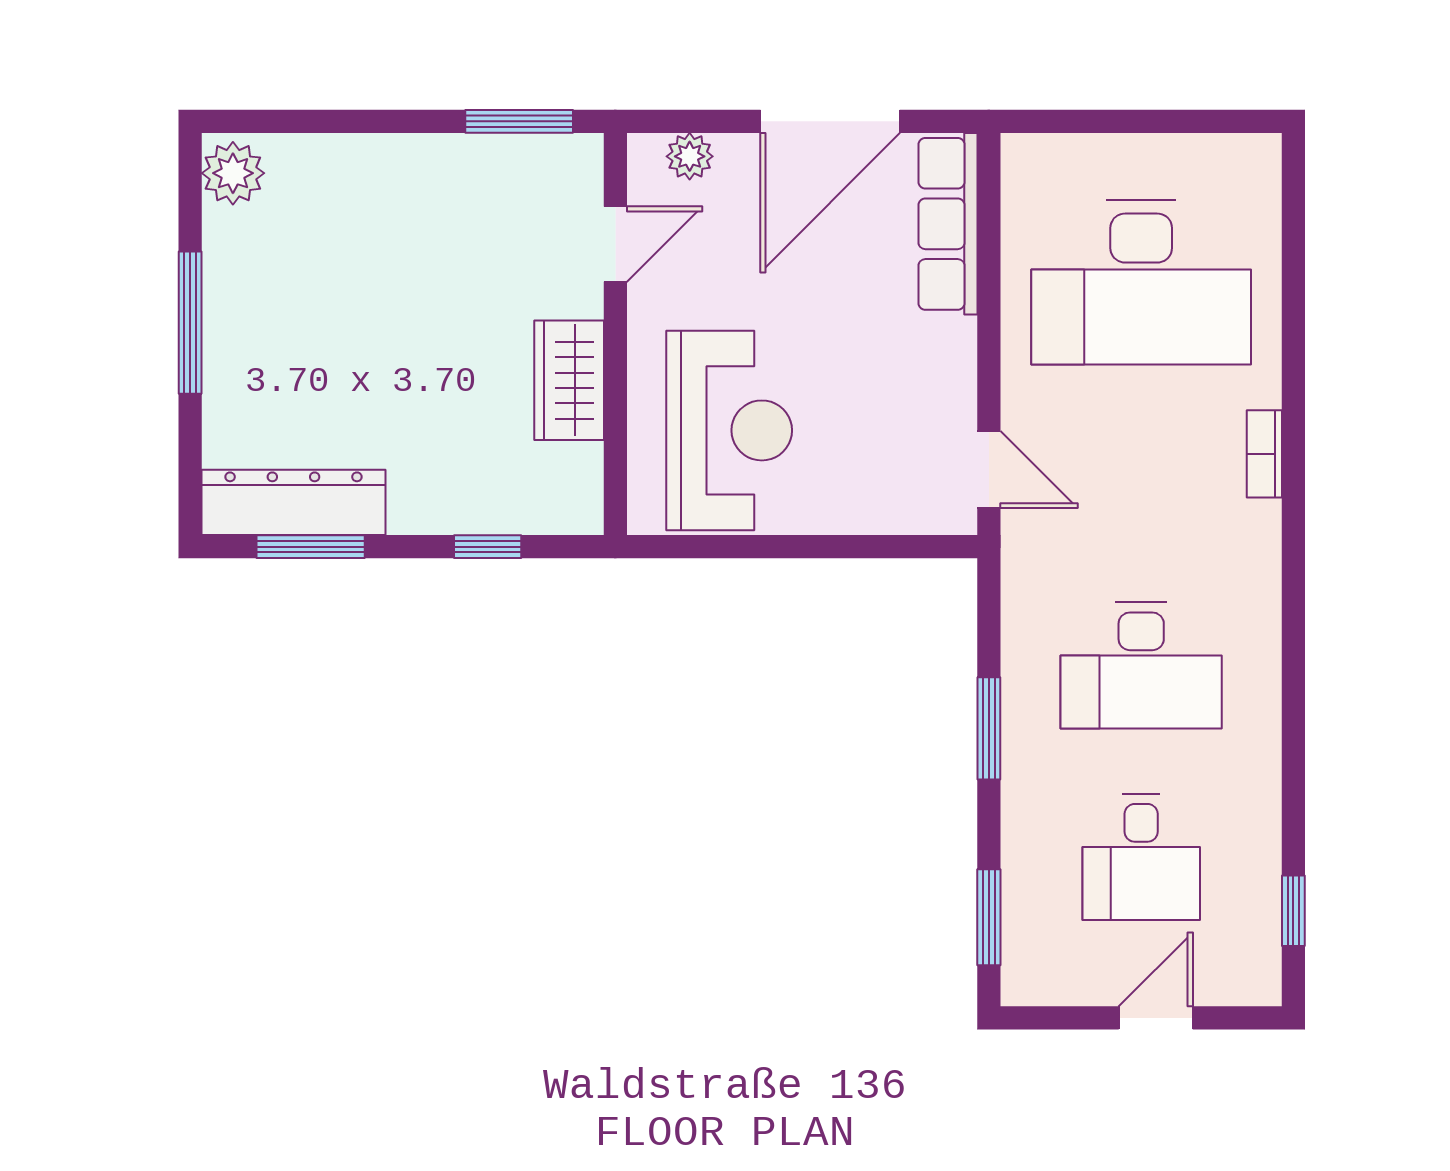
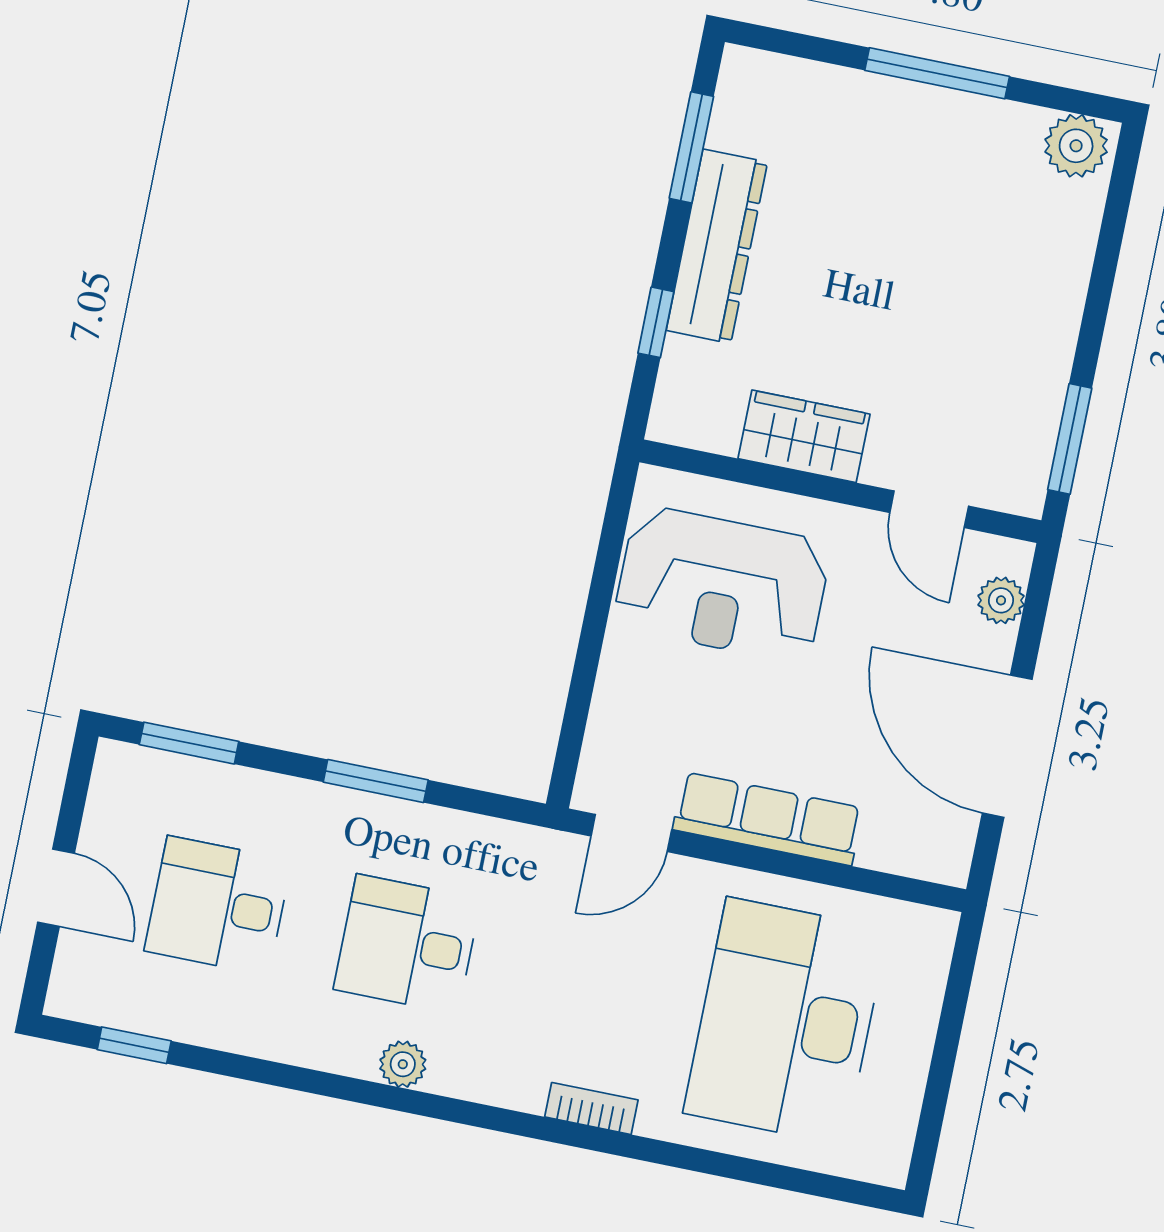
row of seats: (948, 224) -> (768, 819), moved
dresser: (293, 502) -> (717, 246), moved
plant: (1259, 646) -> (403, 1064), added
desk: (1141, 665) -> (407, 944), width x0.73

